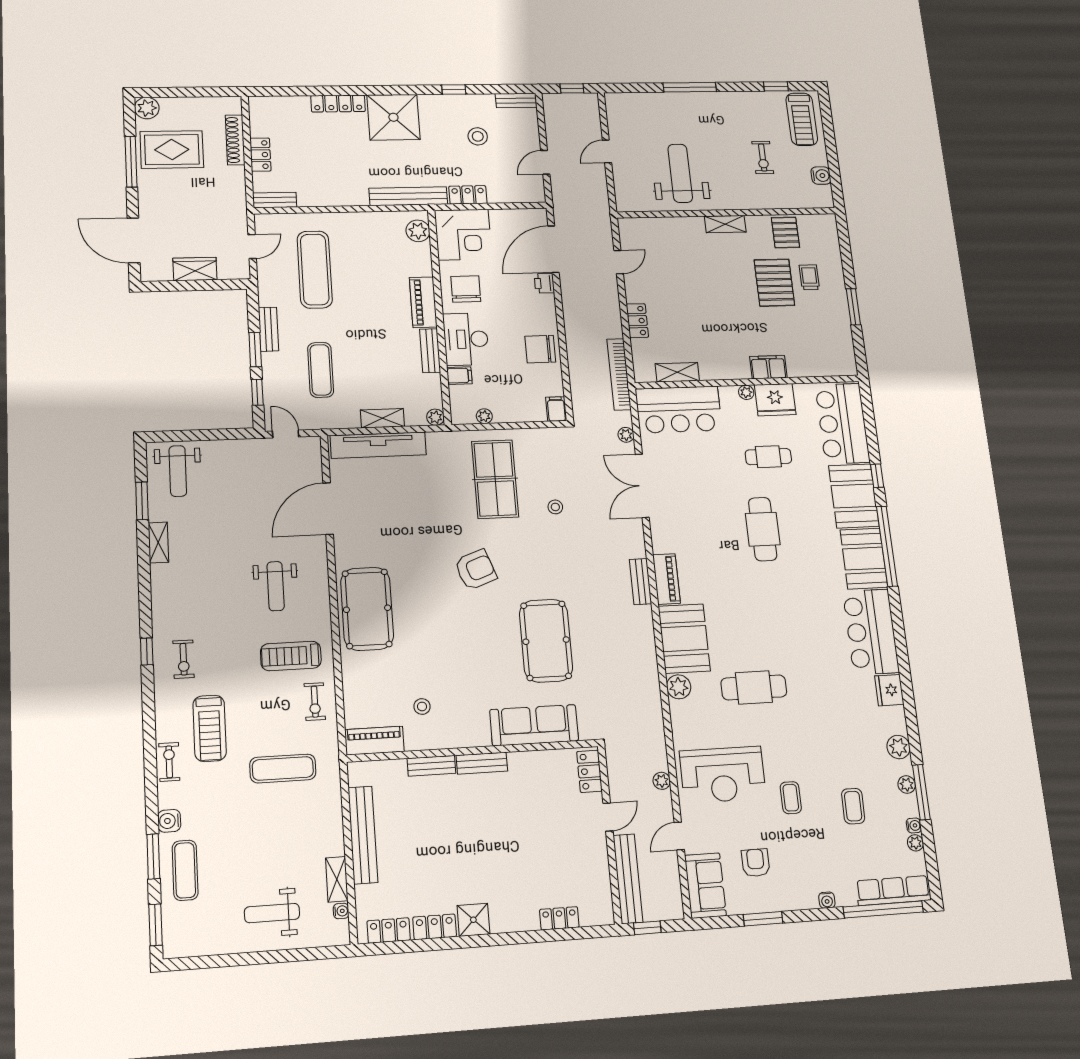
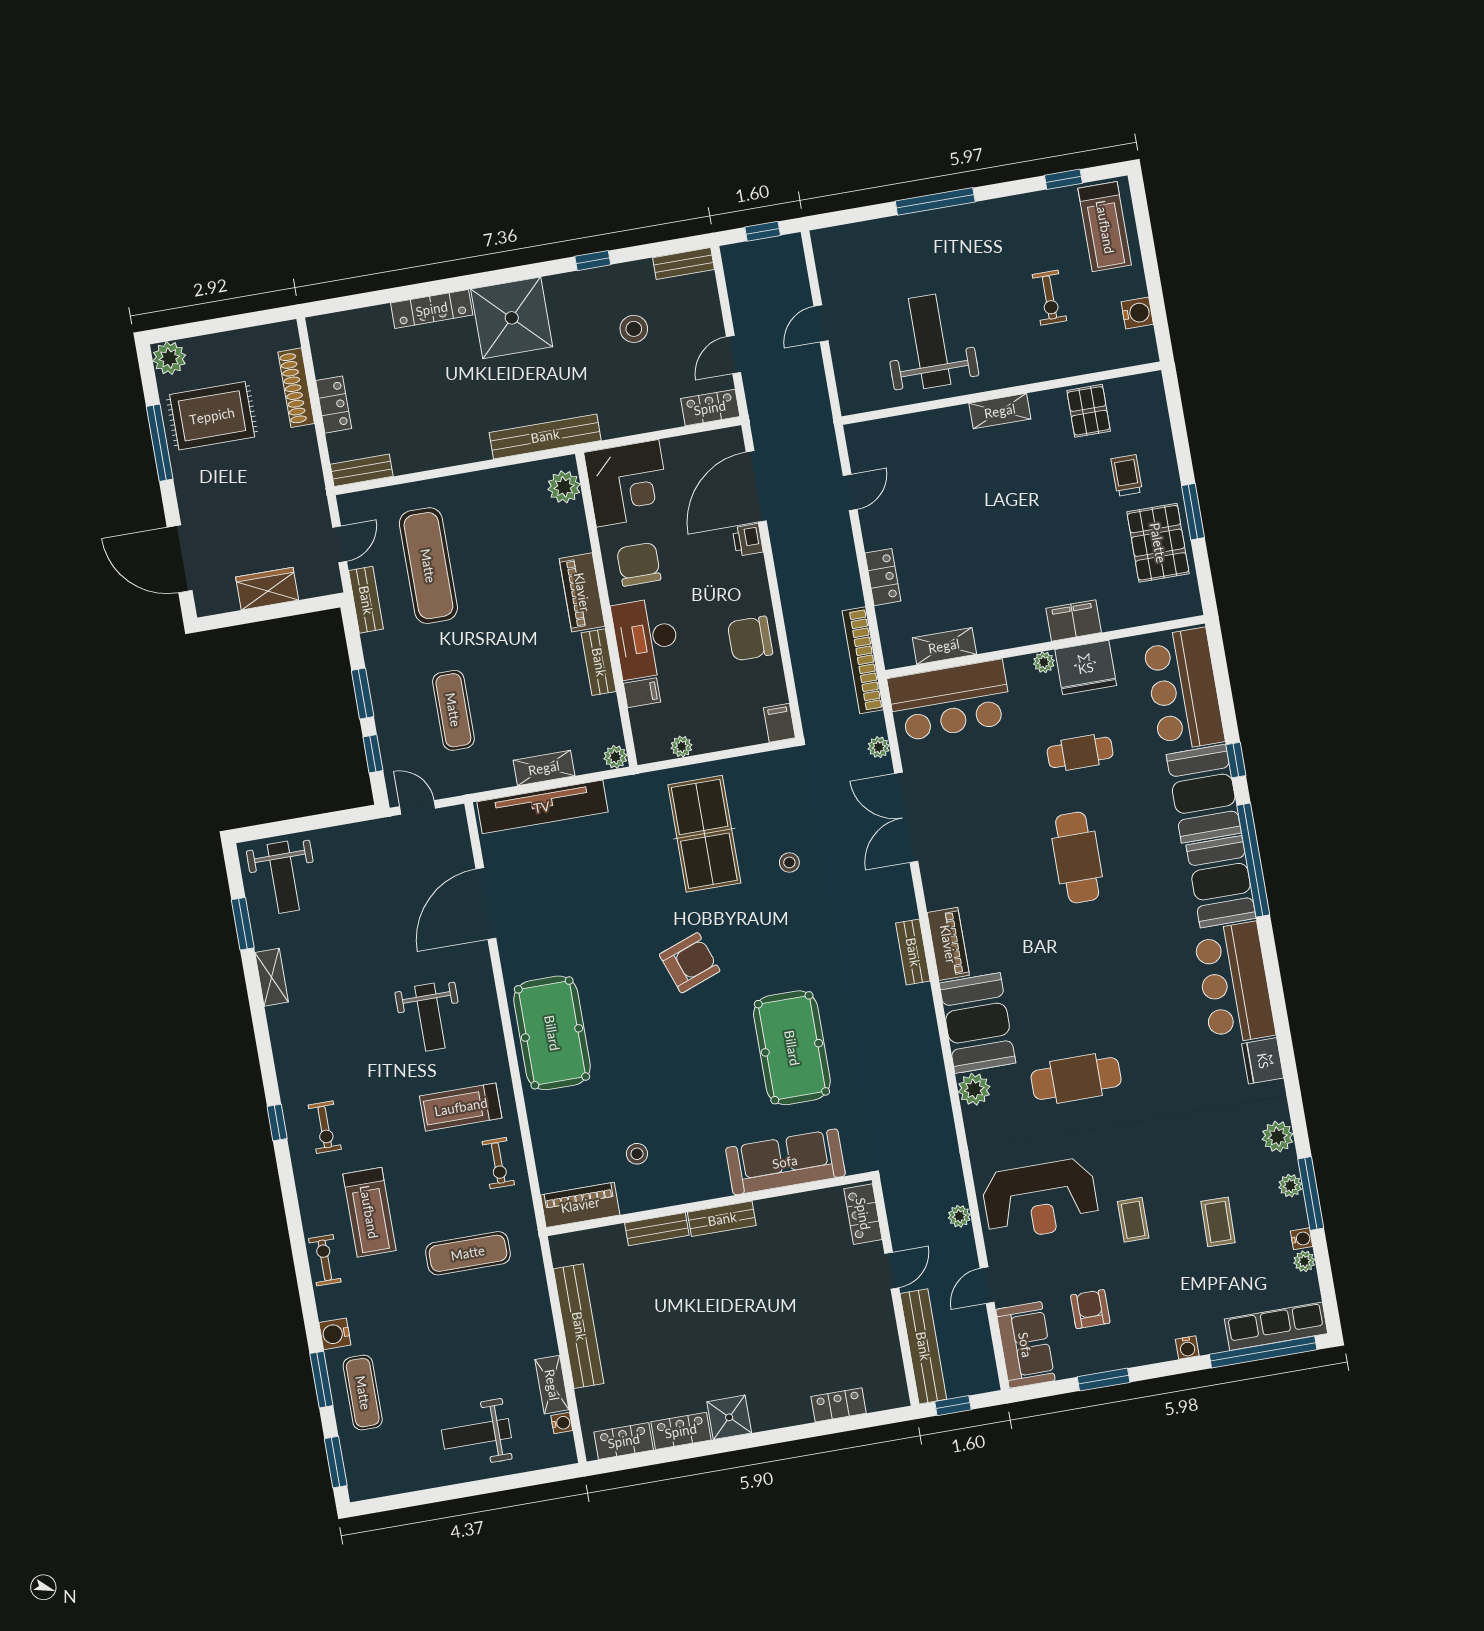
locker: (468, 195) -> (710, 408), moved
pallet: (774, 283) -> (1158, 543), moved
bench: (268, 329) -> (366, 600), moved

